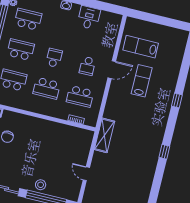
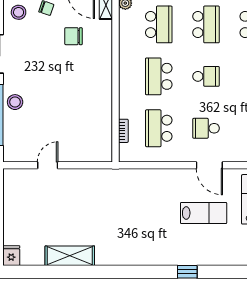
shelving: (105, 135) -> (70, 256), moved
window: (164, 152) -> (108, 272), removed

